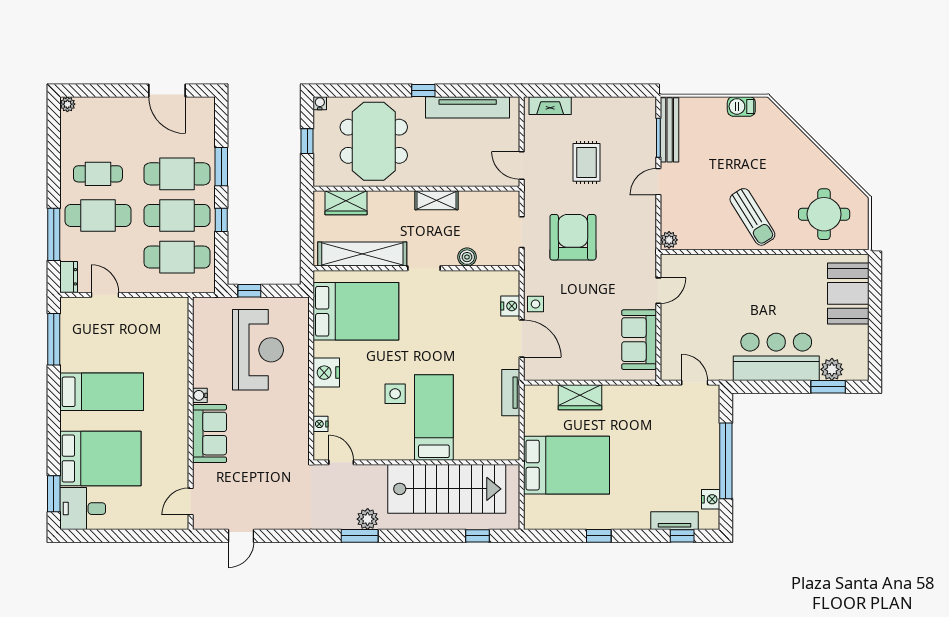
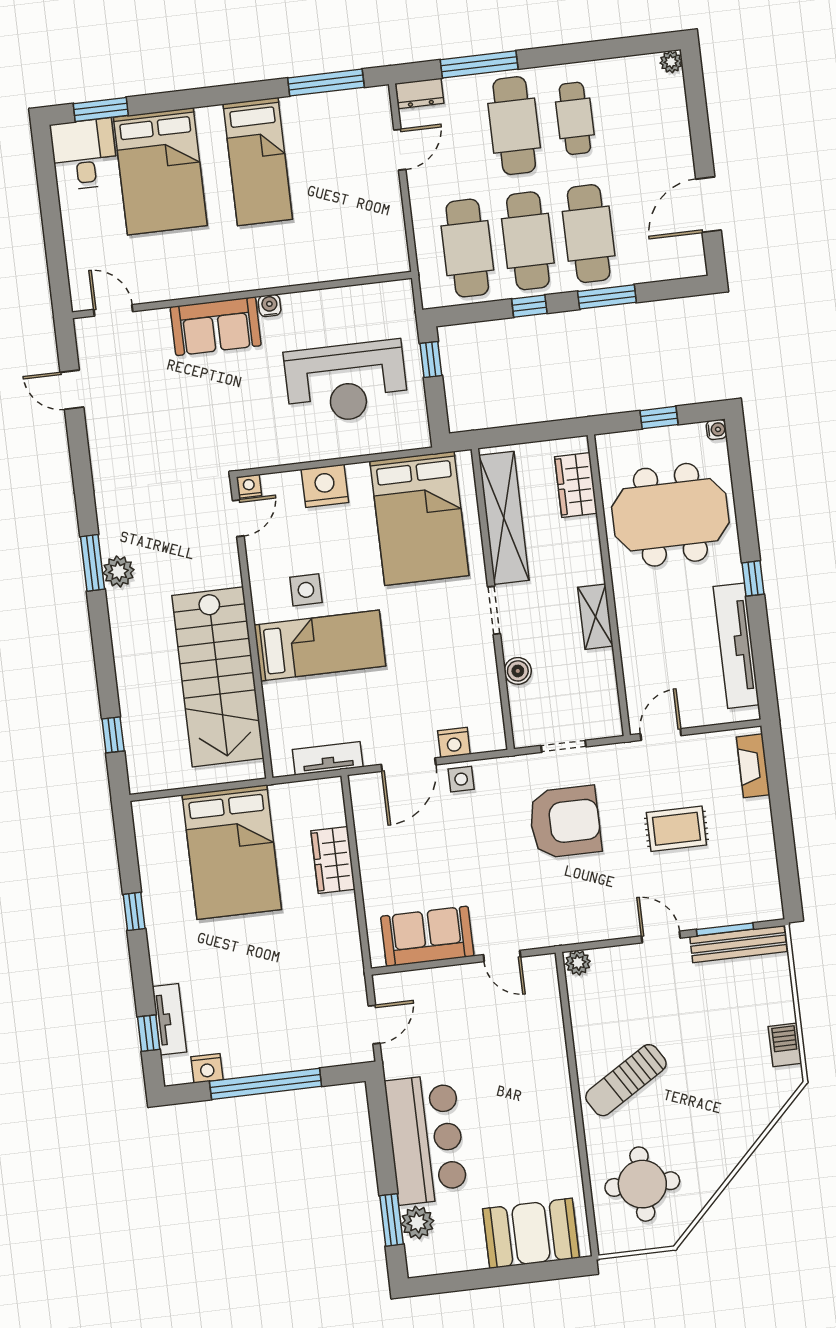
bed: (434, 417) -> (320, 646), moved
door: (341, 462) -> (238, 518), moved
wall: (416, 462) -> (251, 628), moved
stairs: (447, 489) -> (218, 677), moved

